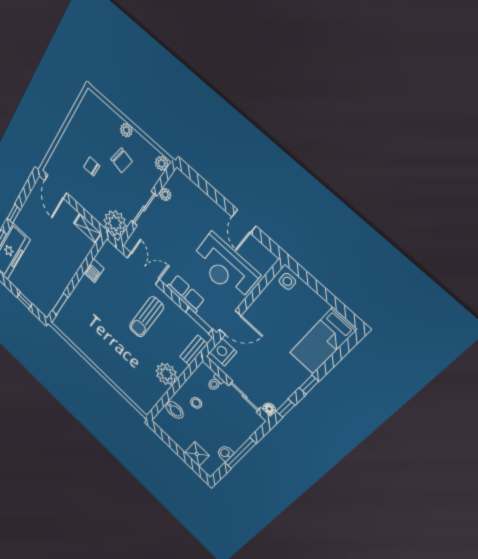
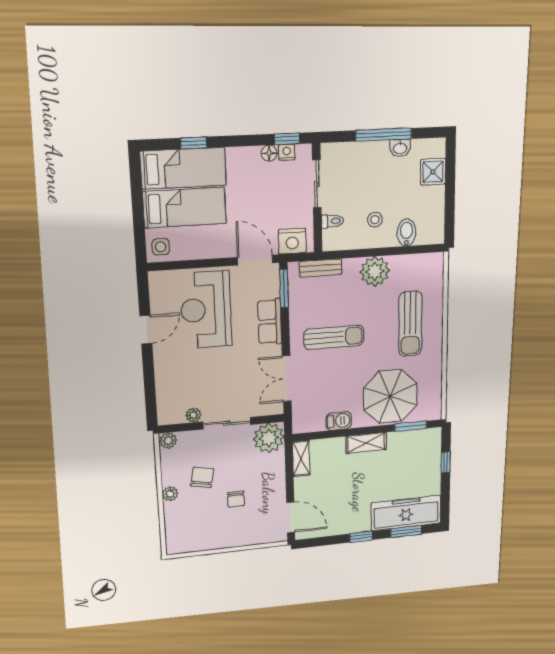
door: (56, 187) -> (291, 517), hinge flipped
reception desk: (225, 267) -> (206, 310), turned 180
shelving: (69, 272) -> (366, 443), added
parasol: (86, 311) -> (390, 396), added
bed: (298, 318) -> (185, 208), added
sun lounger: (120, 361) -> (410, 324), added
window: (309, 385) -> (194, 143), moved
nightstand: (278, 400) -> (287, 152), added
floor lamp: (269, 409) -> (269, 153), moved

